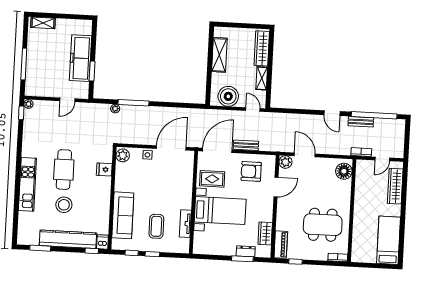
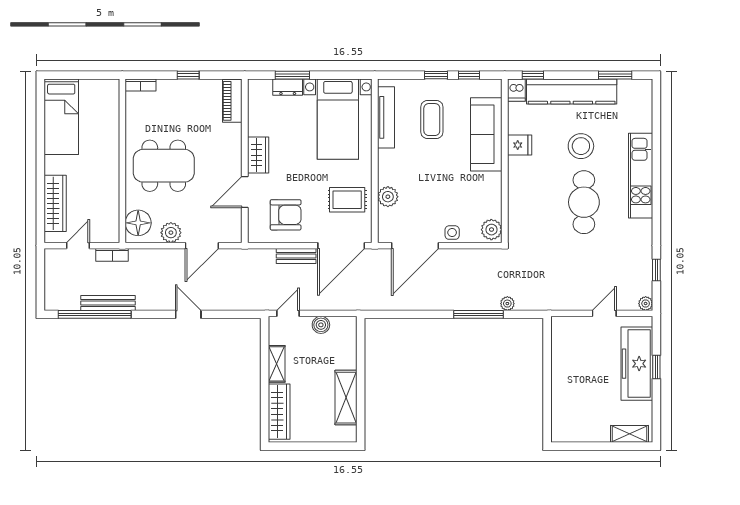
freezer: (80, 58) -> (637, 364), moved, turned 180
window: (24, 64) -> (656, 367), width x0.46
window: (92, 71) -> (547, 361), removed
boiler: (228, 96) -> (321, 325), width x0.54, depth x0.54
door: (67, 100) -> (604, 313), moved
door: (253, 110) -> (288, 313), swing flipped
window: (21, 113) -> (656, 270), moved
door: (332, 113) -> (188, 314), moved
bench: (361, 122) -> (108, 303), width x1.36
door: (305, 155) -> (202, 246), hinge flipped
plant: (285, 162) -> (171, 233), moved
fridge: (104, 170) -> (520, 145), moved
plant: (187, 179) -> (388, 197), added
bed with nightstands: (220, 211) -> (338, 119), moved, turned -90
tv unit: (185, 224) -> (386, 117), width x1.41
dining table: (323, 225) -> (164, 166), moved
wardrobe: (265, 233) -> (258, 155), moved
window: (296, 262) -> (188, 75), moved

